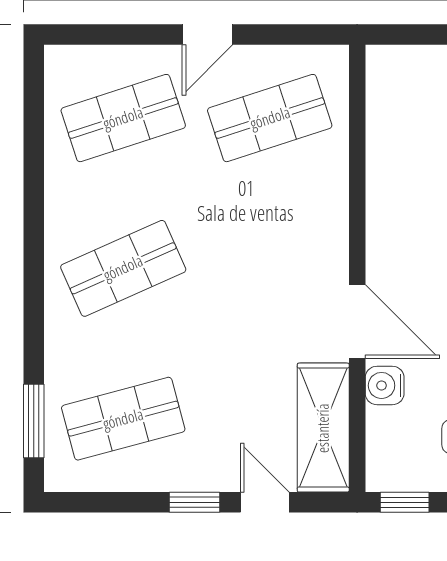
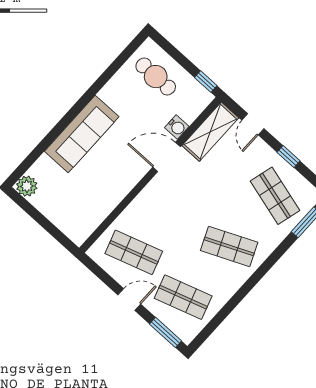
window: (100, 34) -> (166, 332), added
door: (357, 322) -> (167, 157), hinge flipped
shop shelf: (123, 419) -> (275, 196), turned 30
window: (195, 502) -> (288, 157), moved

